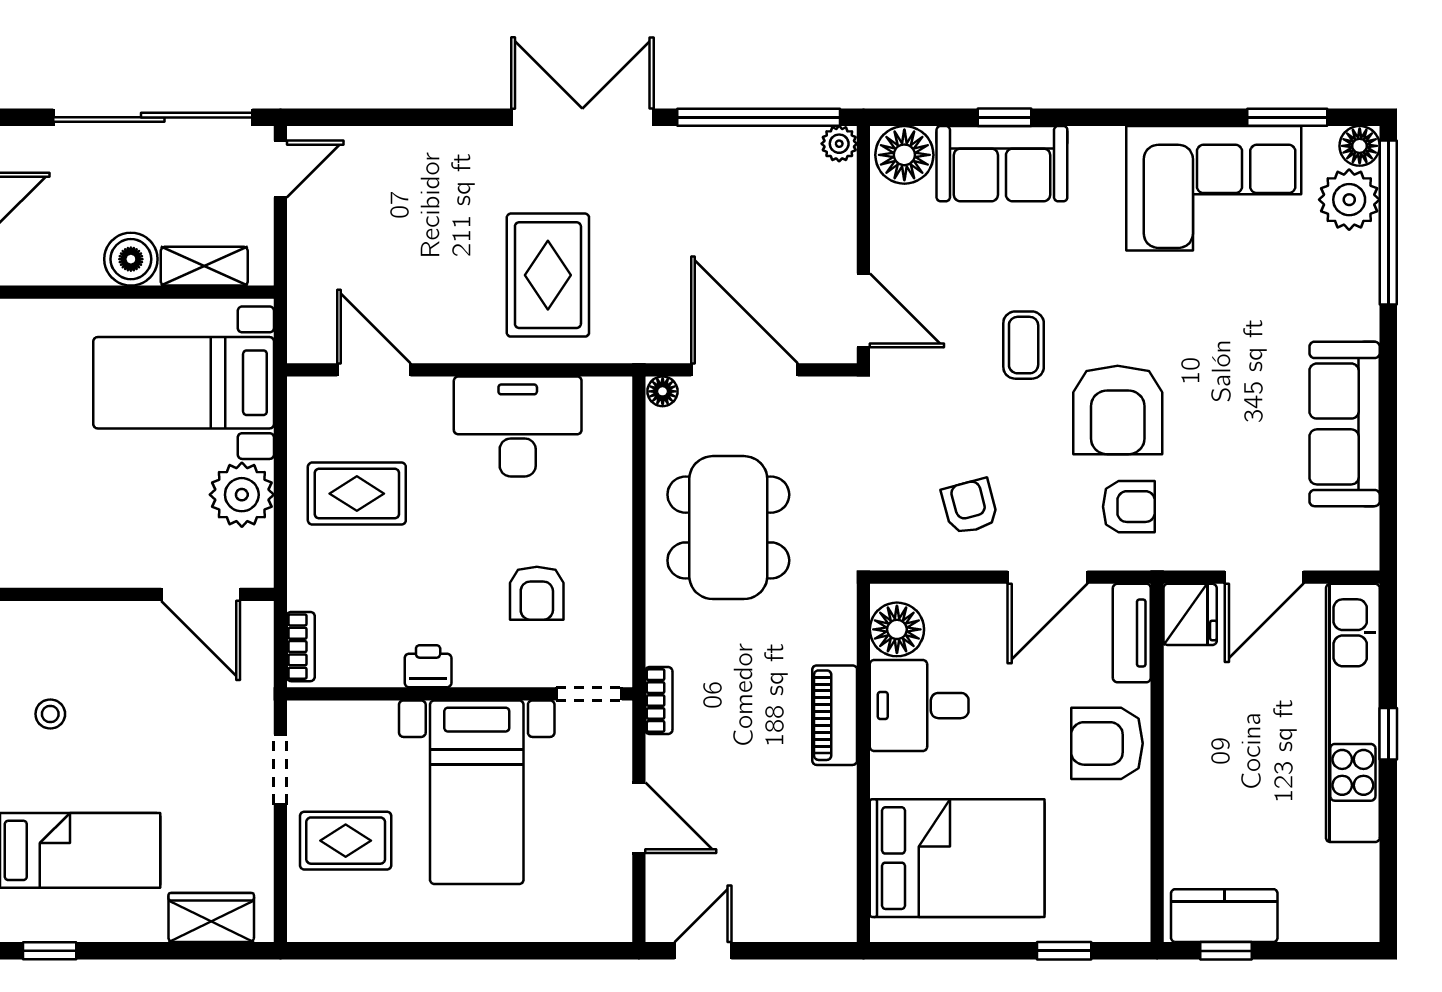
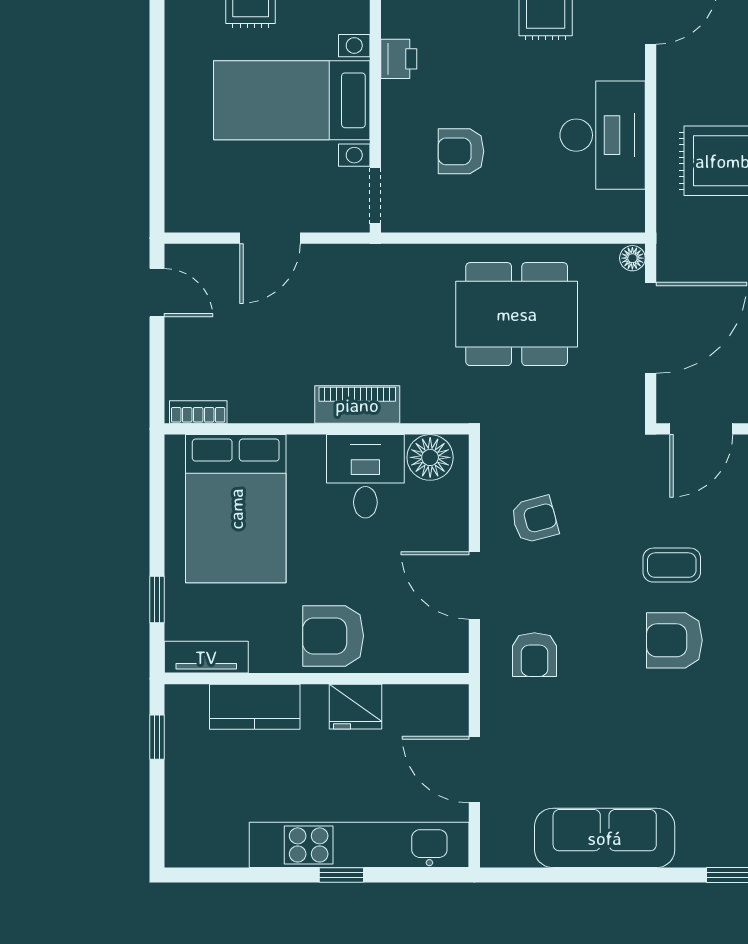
armchair: (1118, 410) -> (674, 640), moved, width x0.73, depth x0.73
fridge: (1190, 614) -> (355, 707), moved
tv unit: (1132, 633) -> (206, 657), moved
bookcase: (659, 701) -> (198, 412), moved, turned 180
armchair: (1107, 743) -> (333, 636), turned -90
kitchen counter: (1224, 916) -> (255, 707), moved, turned 90

